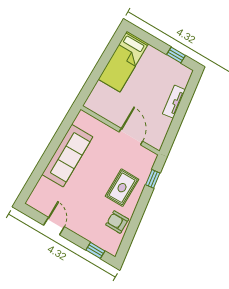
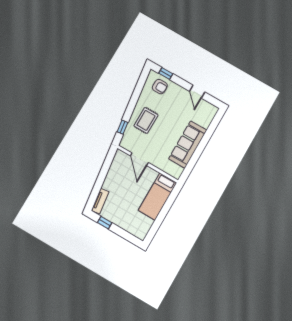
bed: (123, 62) -> (158, 196), moved, turned 180
tv unit: (174, 102) -> (100, 201), moved
armchair: (117, 222) -> (160, 87), moved

